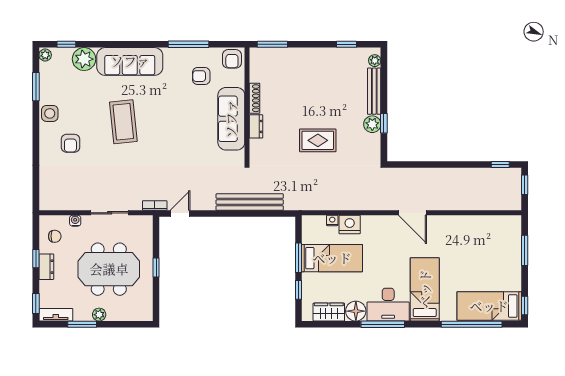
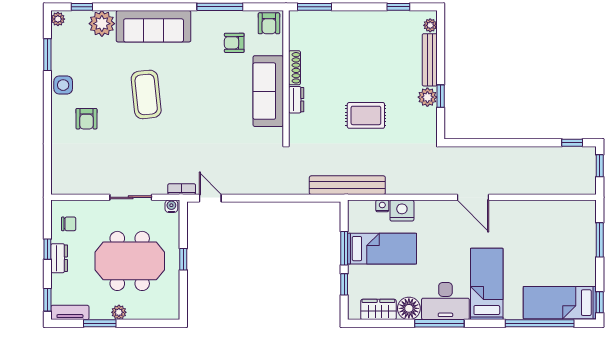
bench: (250, 202) -> (347, 185), moved
door: (180, 214) -> (210, 198), hinge flipped
water cooler: (75, 221) -> (171, 206), moved

